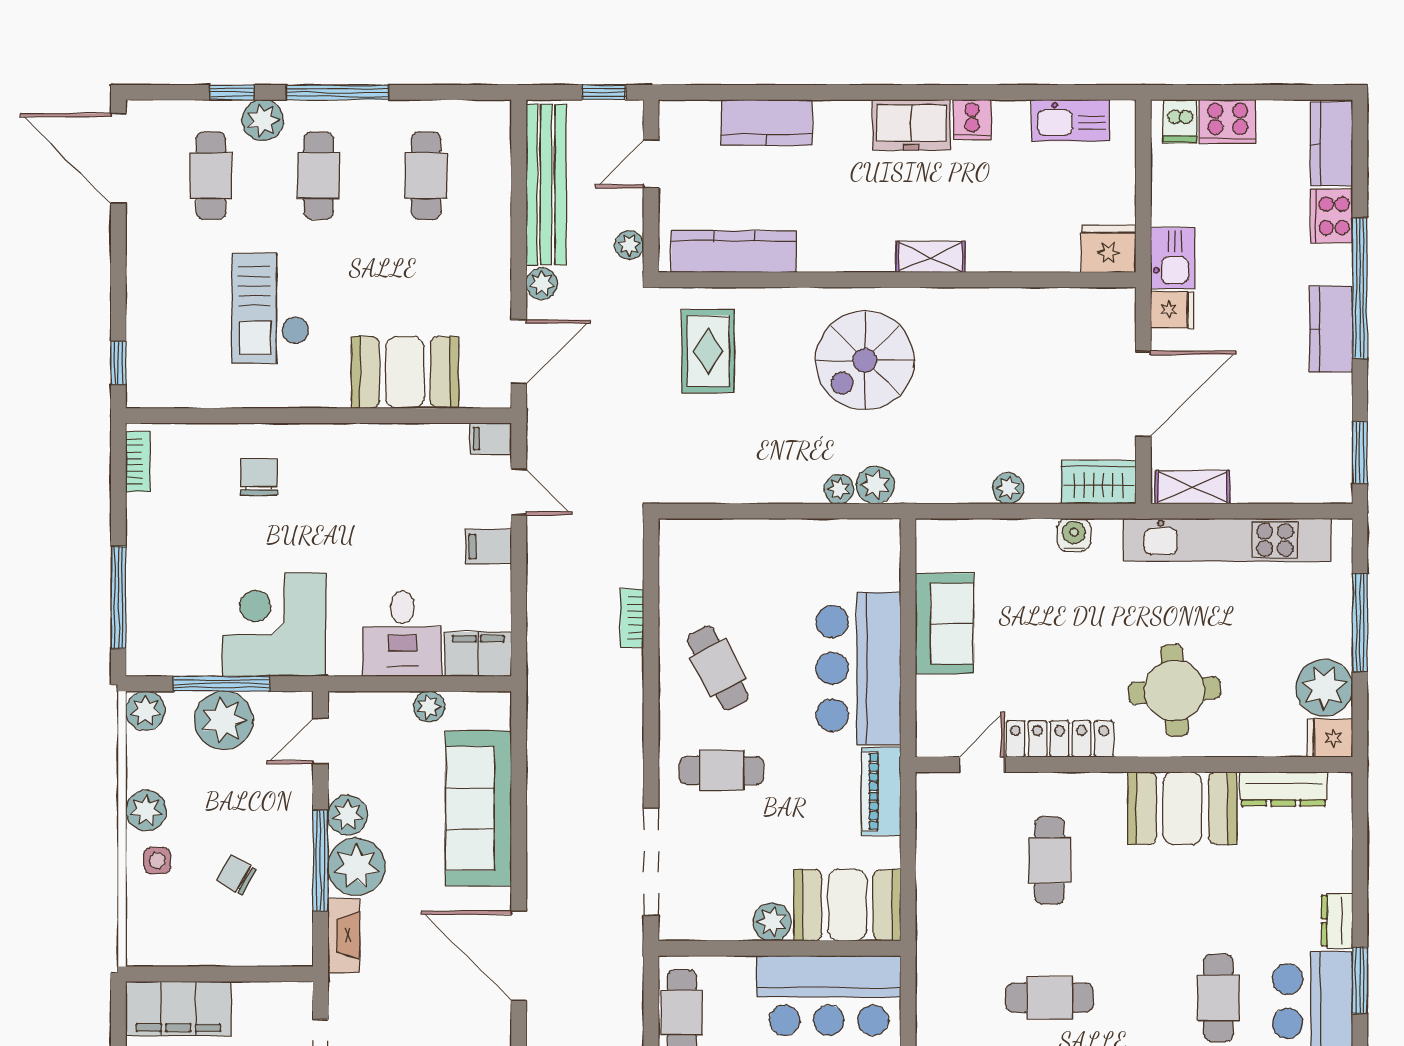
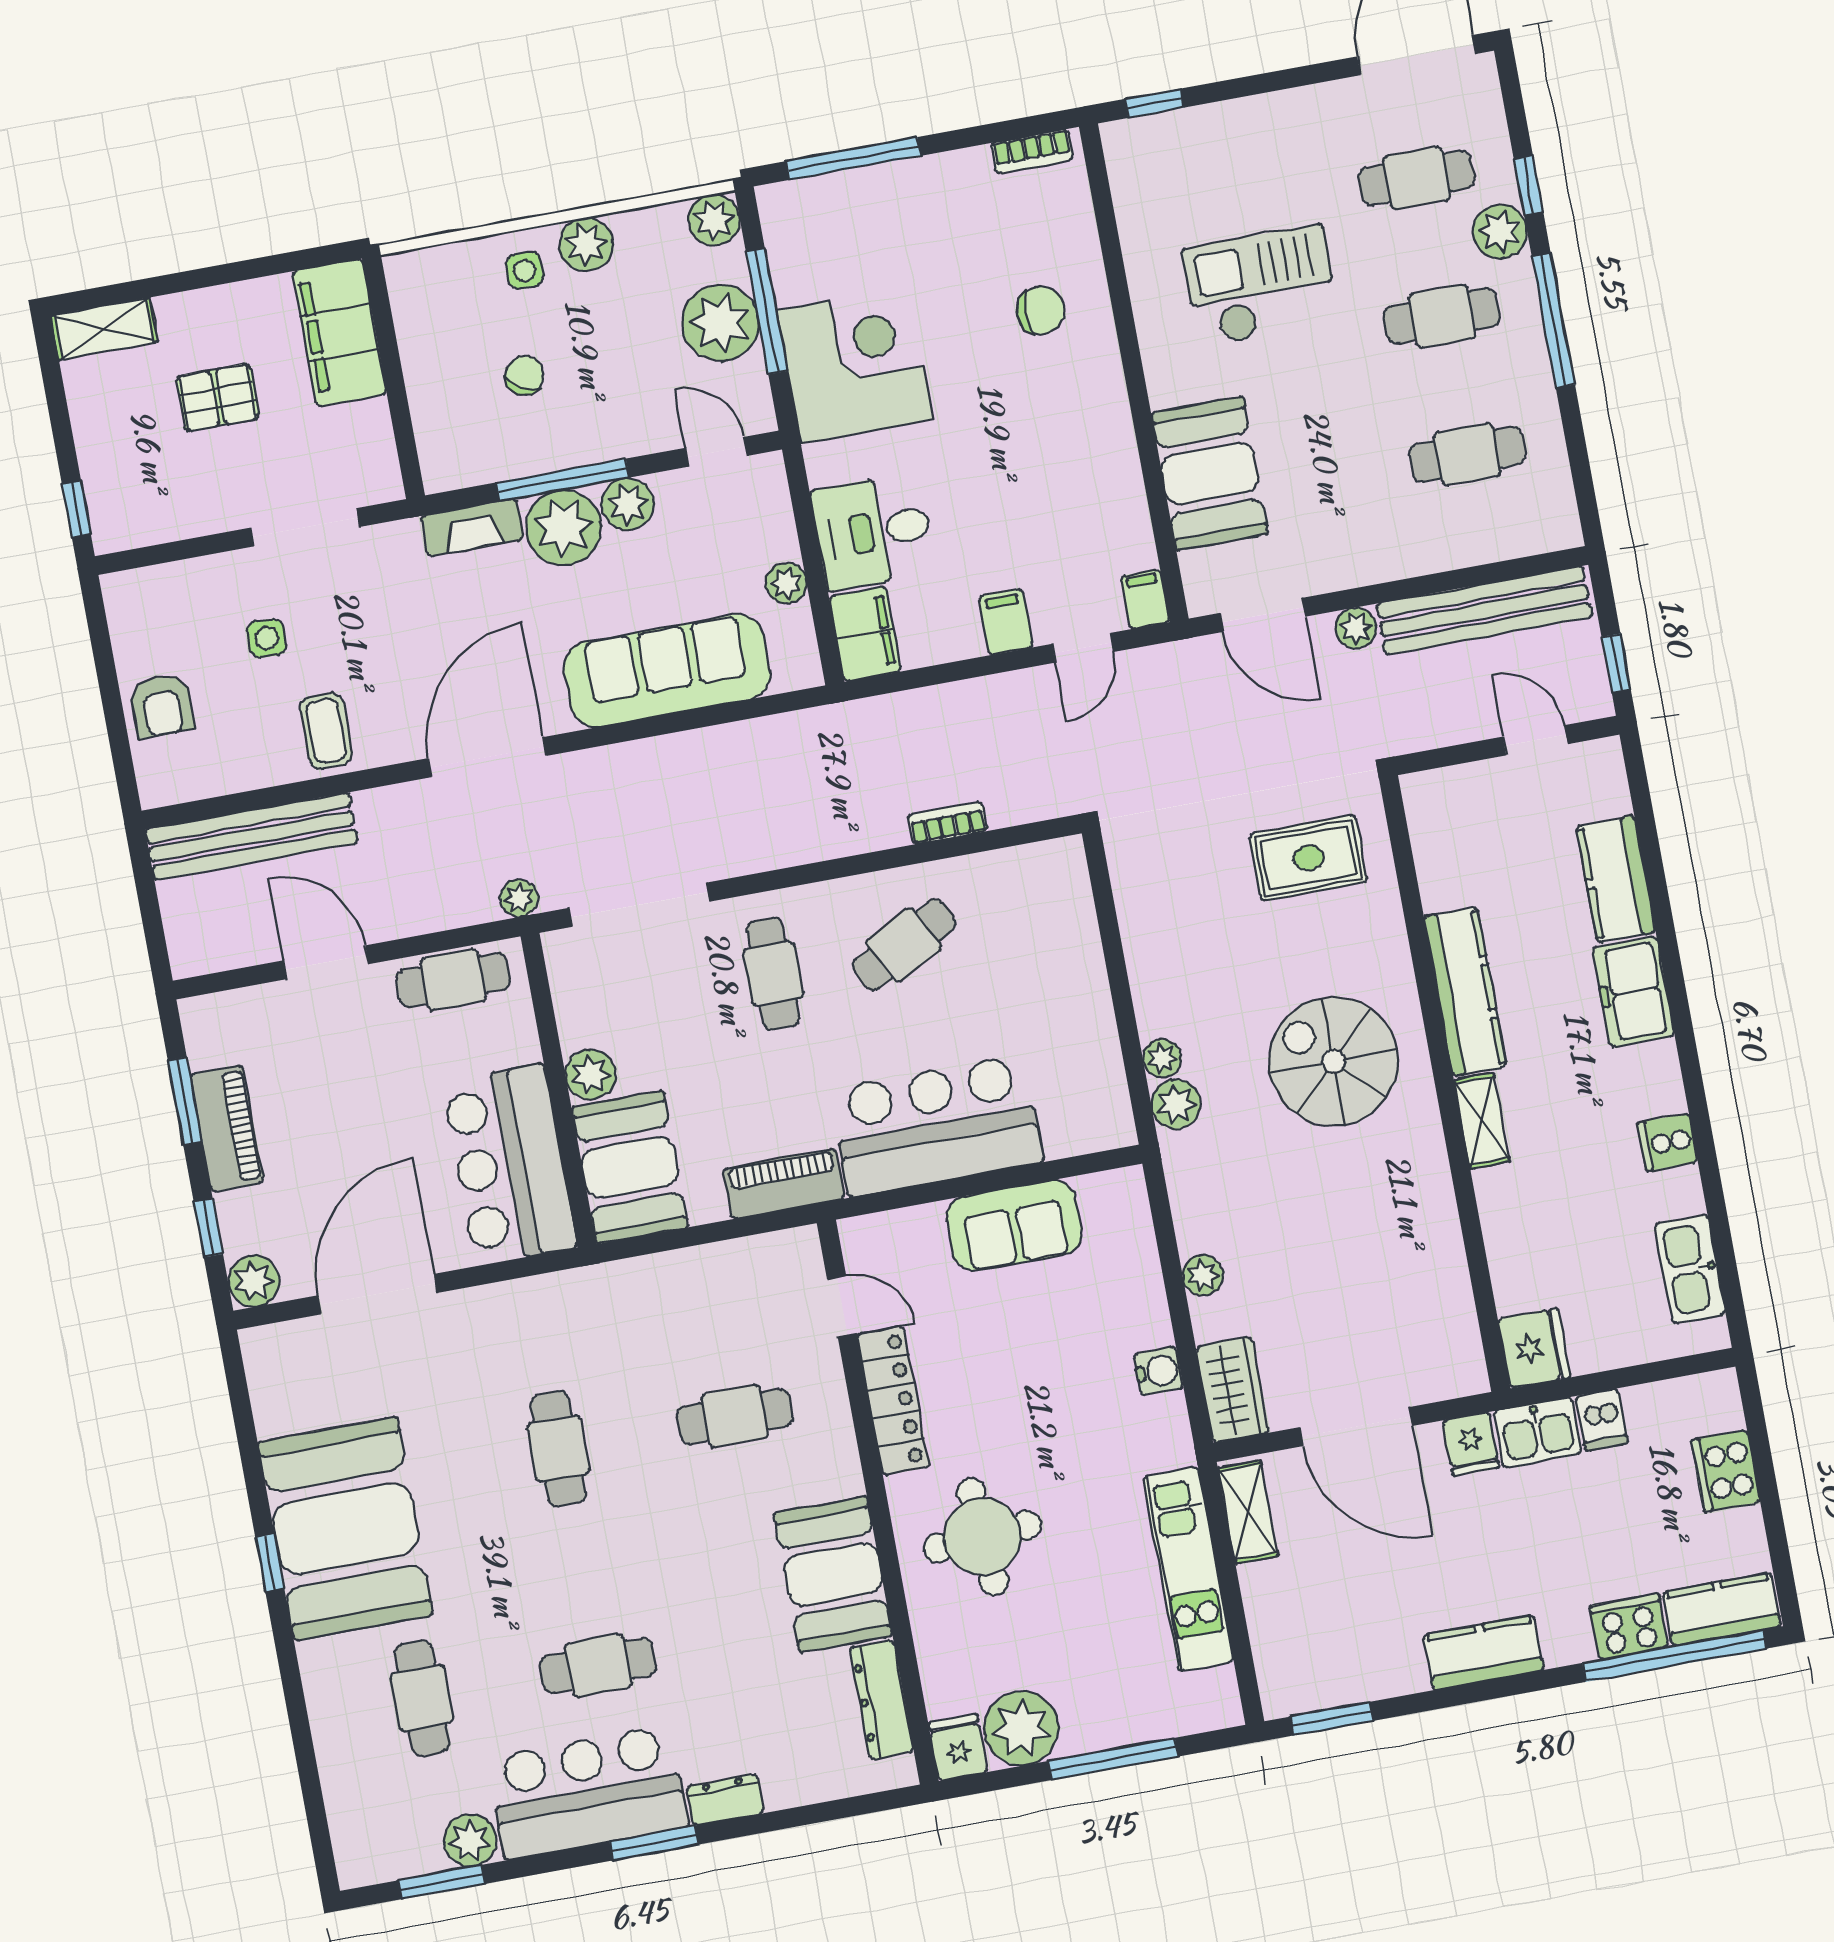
dishwasher: (1180, 121) -> (1602, 1420), moved, turned -90
freezer: (911, 125) -> (1633, 992), moved
plant: (629, 245) -> (519, 898), moved
kitchen counter: (734, 252) -> (1465, 991), moved
window: (1360, 288) -> (1674, 1656), moved
kitchen unit: (1227, 540) -> (1188, 1569), width x0.73

